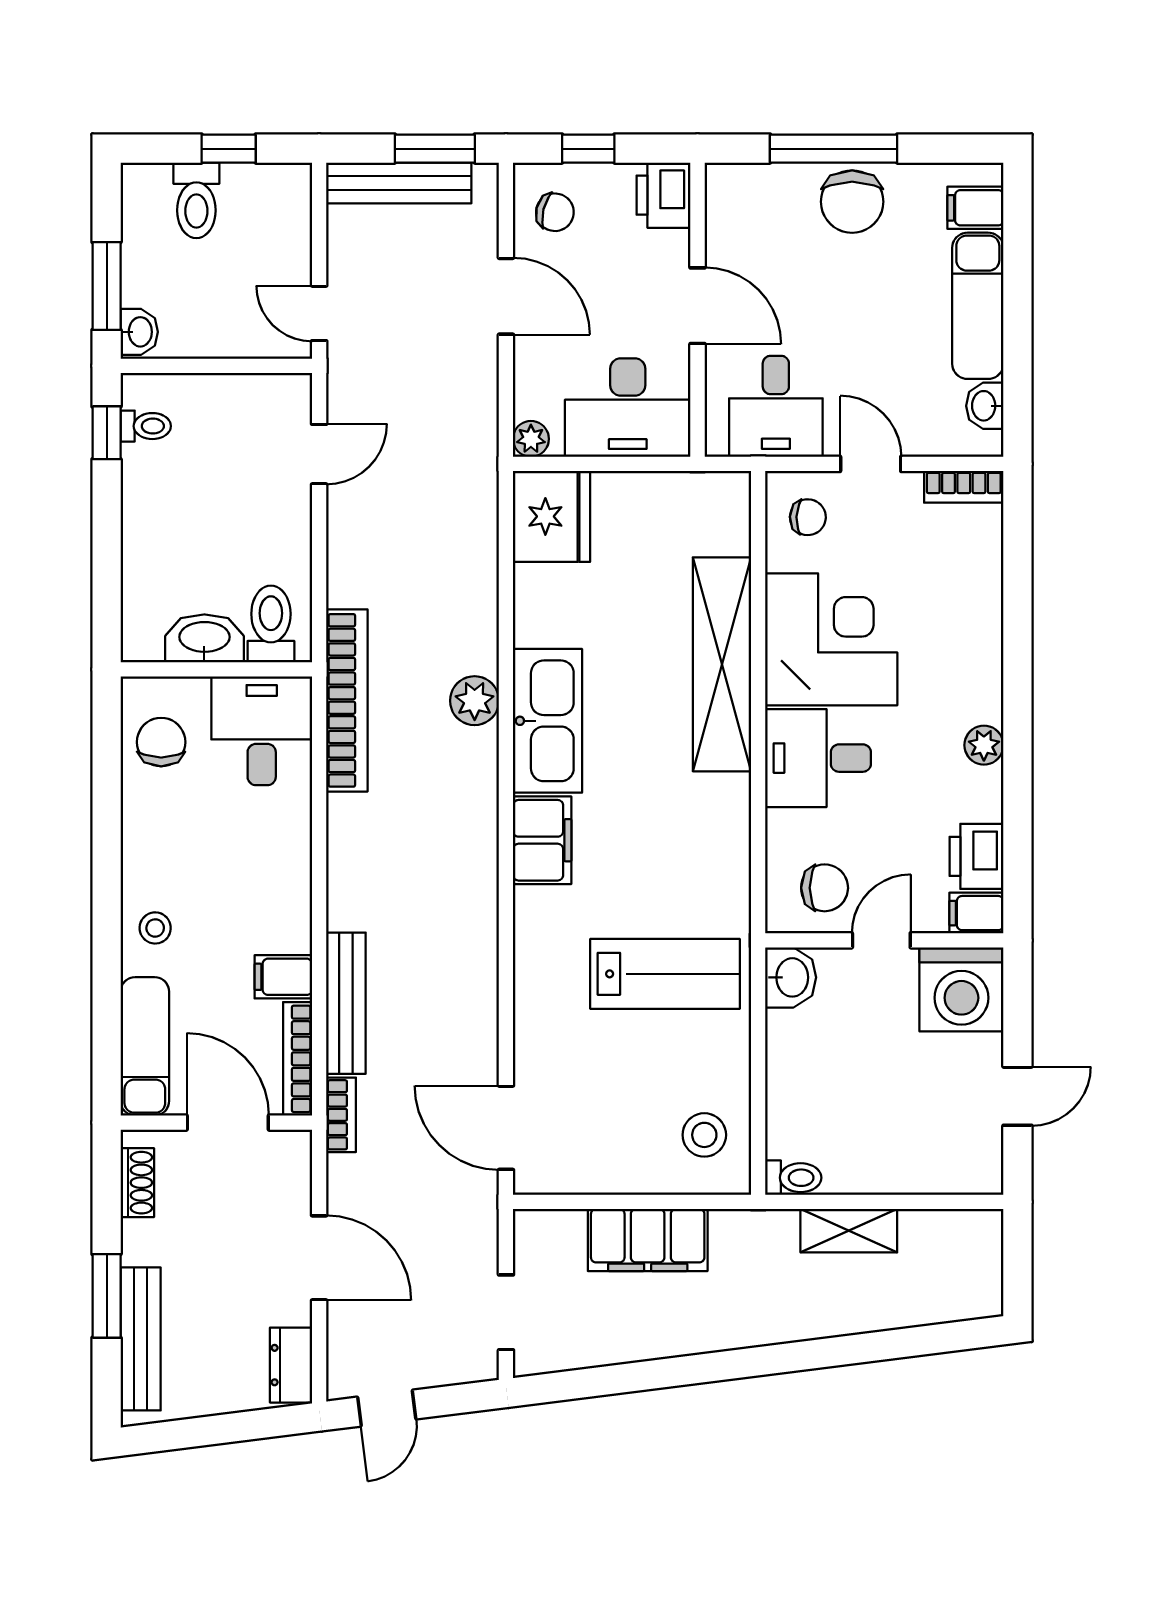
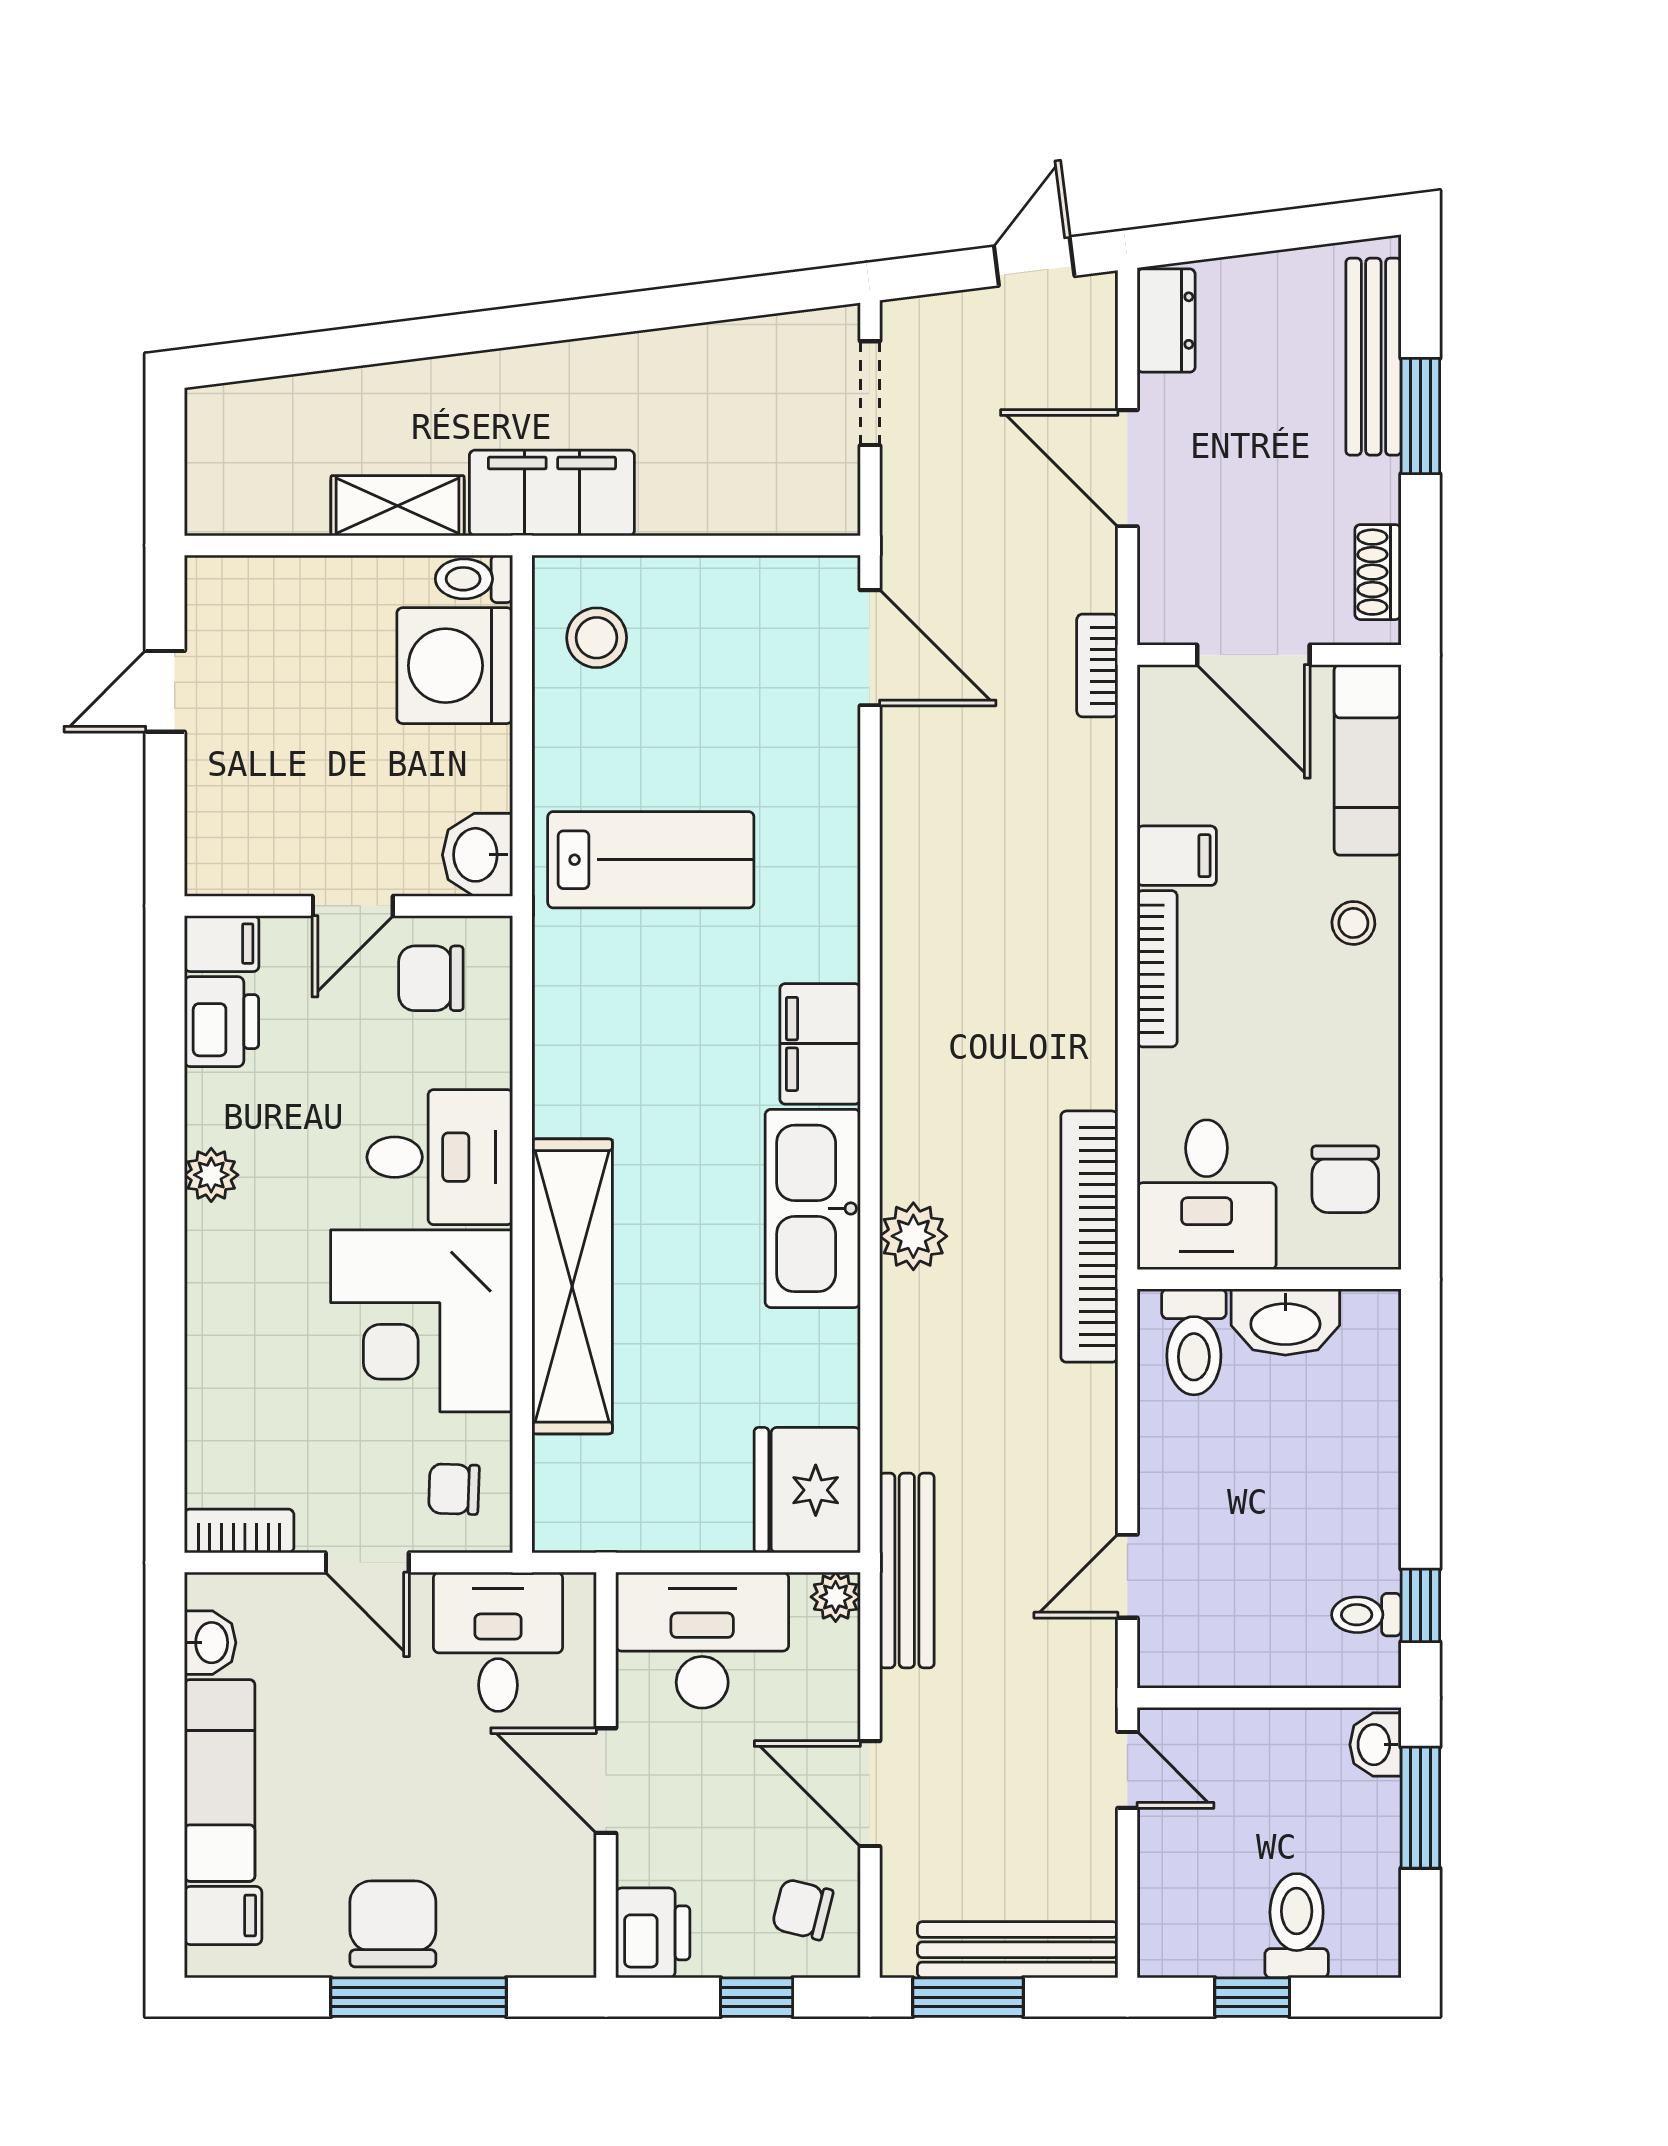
lab bench: (665, 974) -> (651, 860), turned 180
washing machine: (961, 989) -> (455, 666), moved, turned -90
bench: (346, 1003) -> (907, 1570), moved
bookcase: (298, 1059) -> (1157, 969), moved
filing cabinet: (648, 1240) -> (552, 493), moved

